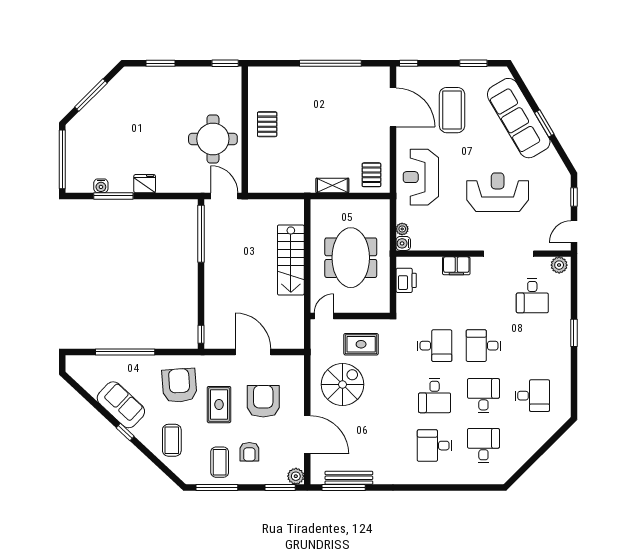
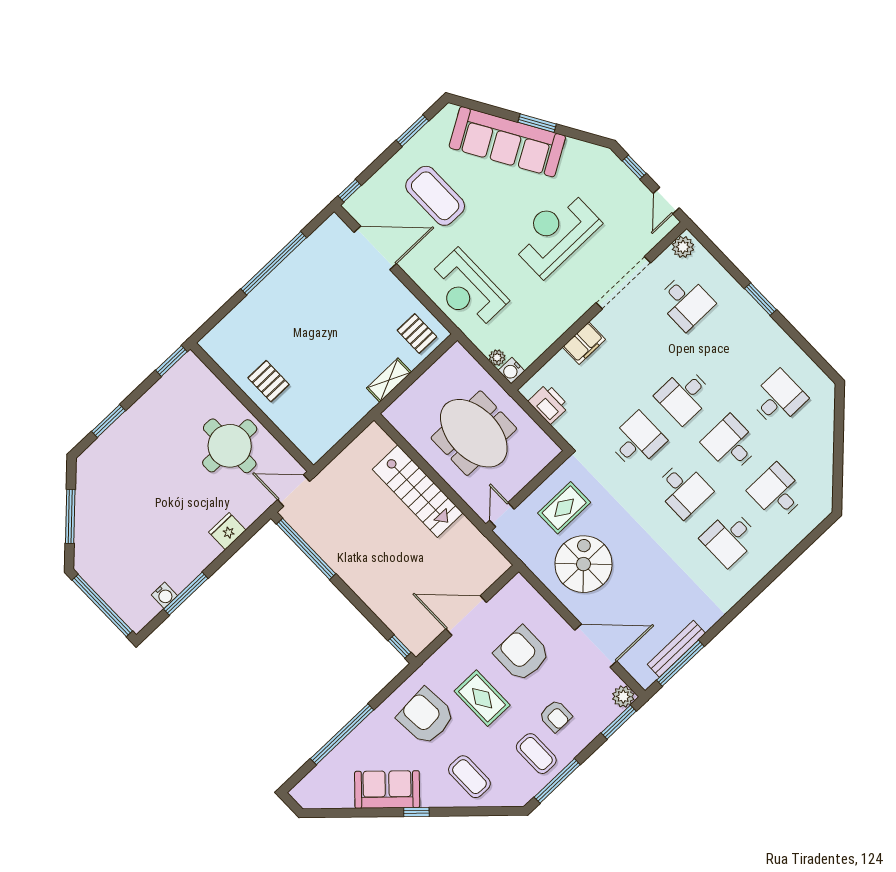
fridge: (145, 184) -> (227, 531), moved

